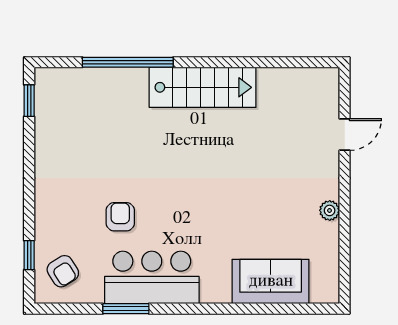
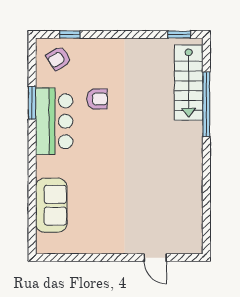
stairs: (203, 87) -> (189, 83), moved
plant: (330, 210) -> (101, 247), removed

